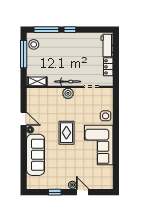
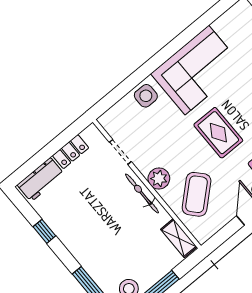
window: (70, 30) -> (44, 231), moved
coffee table: (49, 103) -> (197, 194), added
rug: (66, 133) -> (218, 133), turned 90

